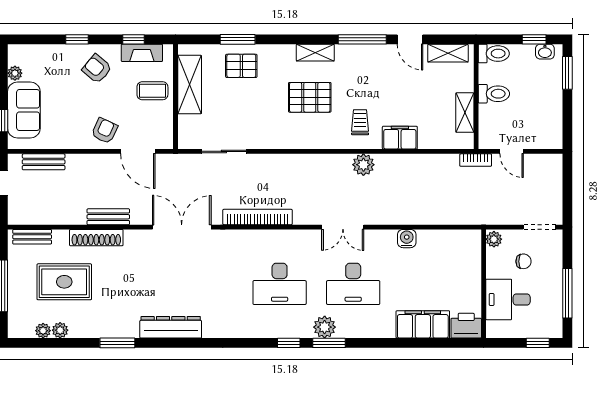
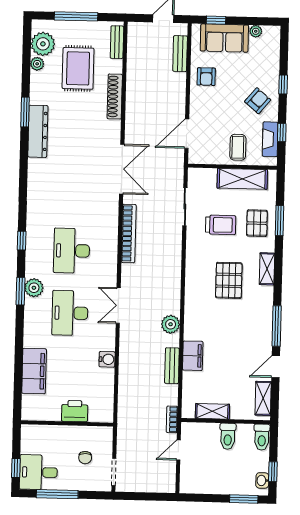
shelving: (315, 53) -> (267, 269), moved
trolley: (360, 122) -> (221, 225), moved, width x1.36, depth x1.39
armchair: (105, 131) -> (206, 77), moved, turned 65
bench: (108, 217) -> (172, 366), moved
plant: (494, 239) -> (105, 433), removed
desk: (508, 299) -> (38, 472), moved, turned -90
printer: (466, 326) -> (75, 411), moved, turned -90
dresser: (171, 327) -> (38, 131), moved
plant: (43, 331) -> (43, 44), width x1.87, depth x1.87
window: (289, 343) -> (22, 241), moved

